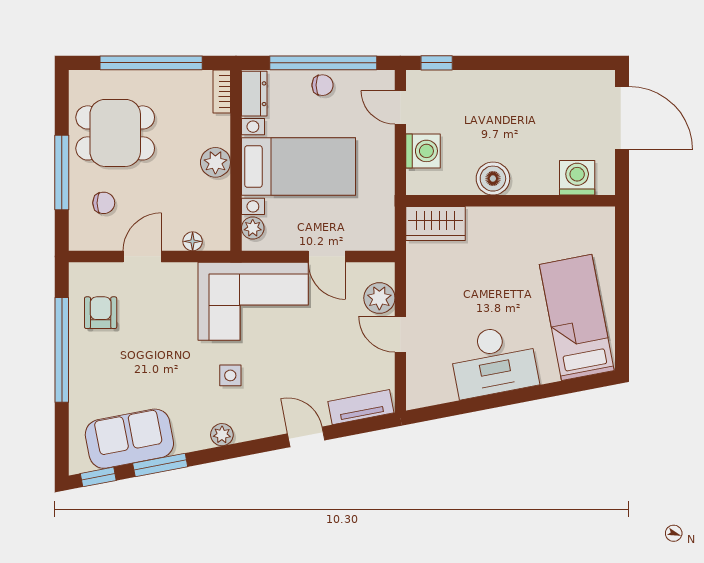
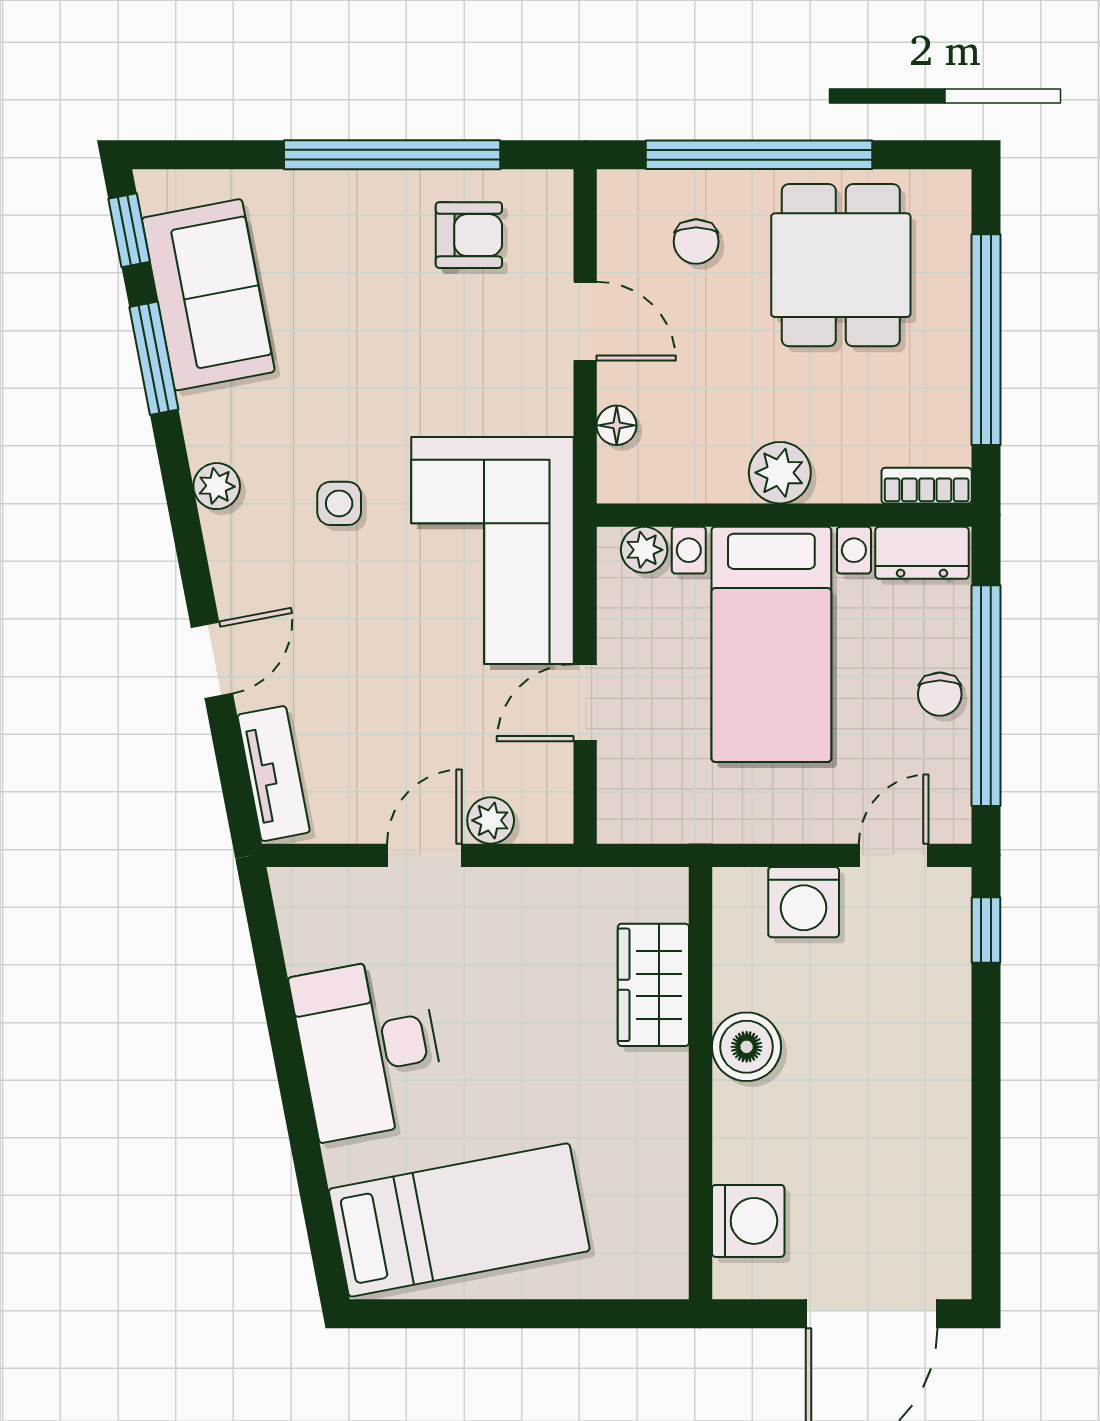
window: (62, 172) -> (759, 155), width x1.46
wardrobe: (436, 223) -> (653, 985), moved
plant: (379, 298) -> (491, 820), width x0.73, depth x0.73

